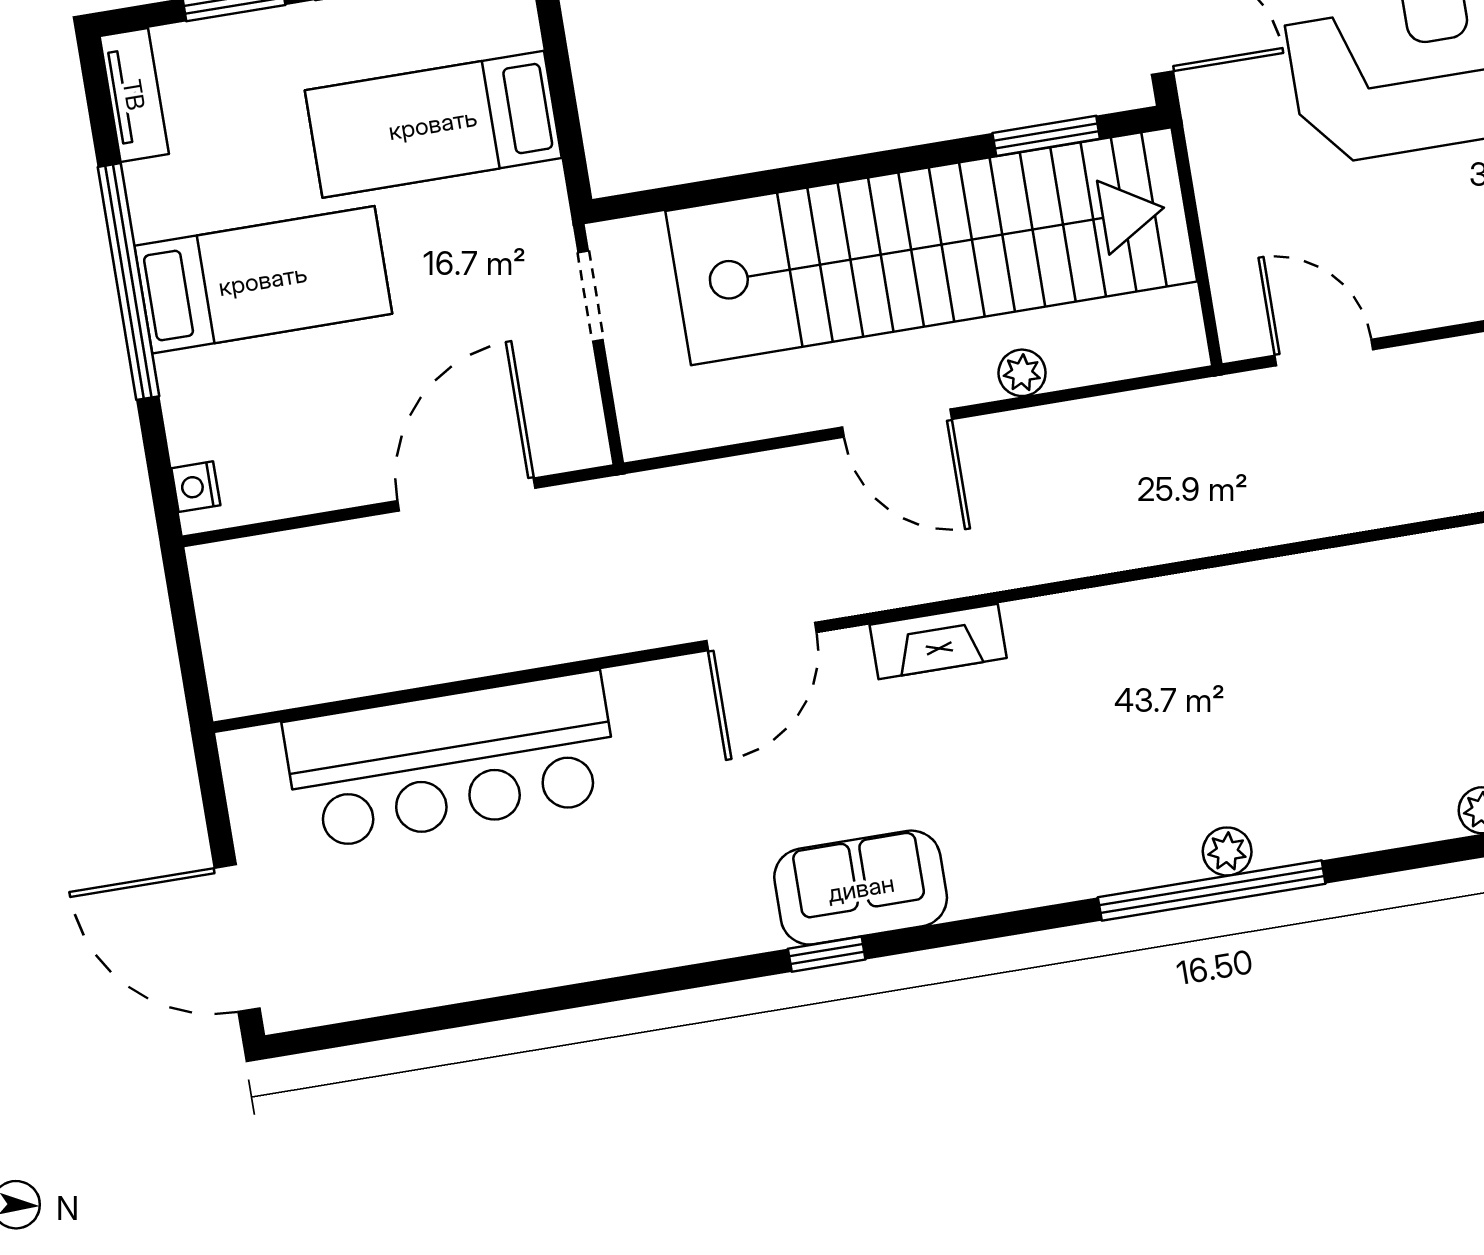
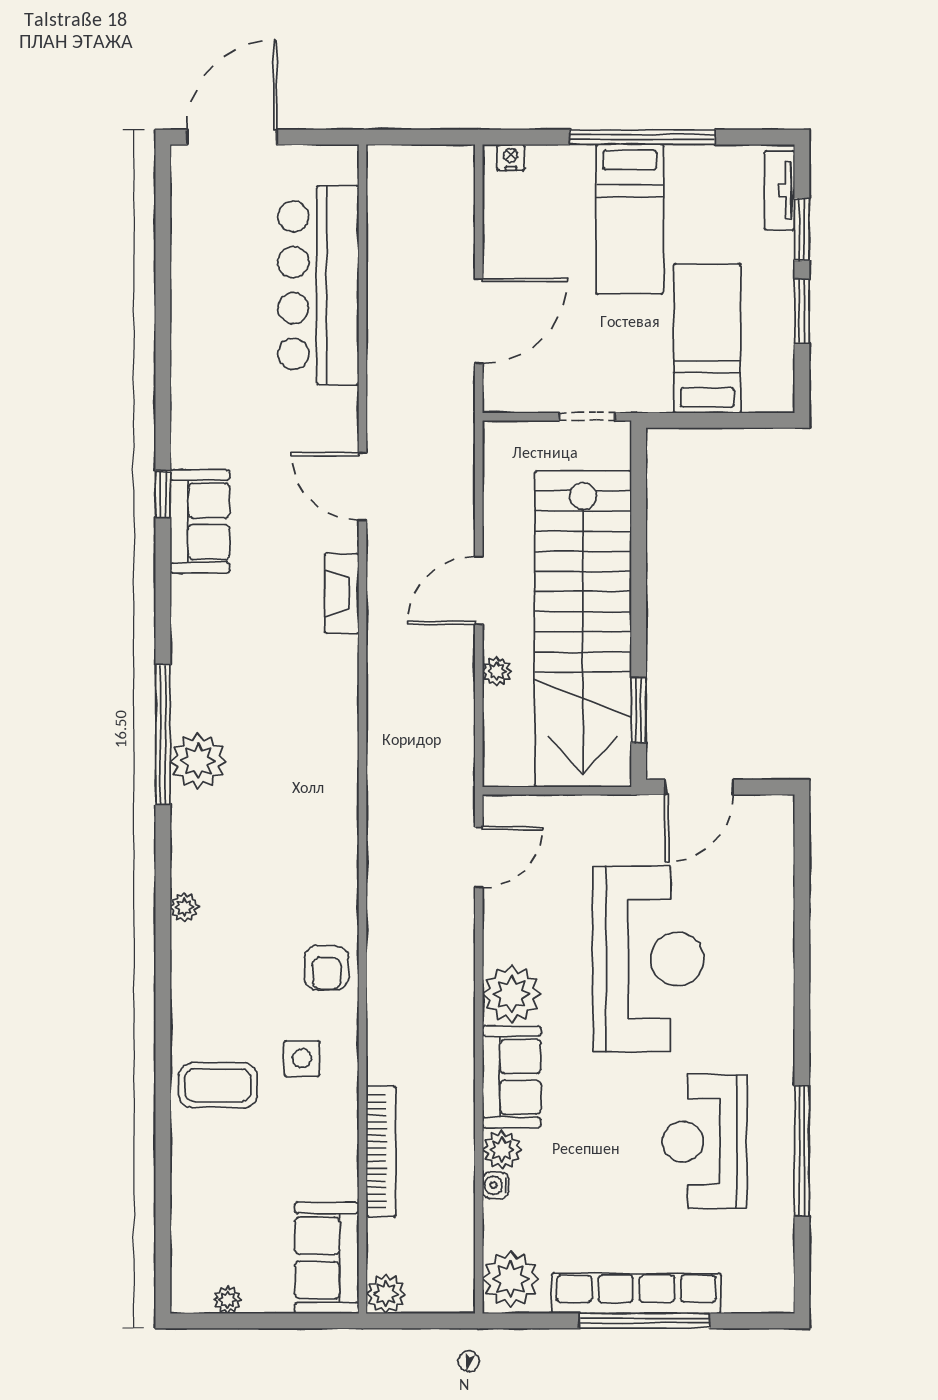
tv unit: (134, 95) -> (780, 191), moved, turned 90
door: (466, 494) -> (479, 321), hinge flipped
plant: (1227, 851) -> (198, 761), width x1.88, depth x1.88

